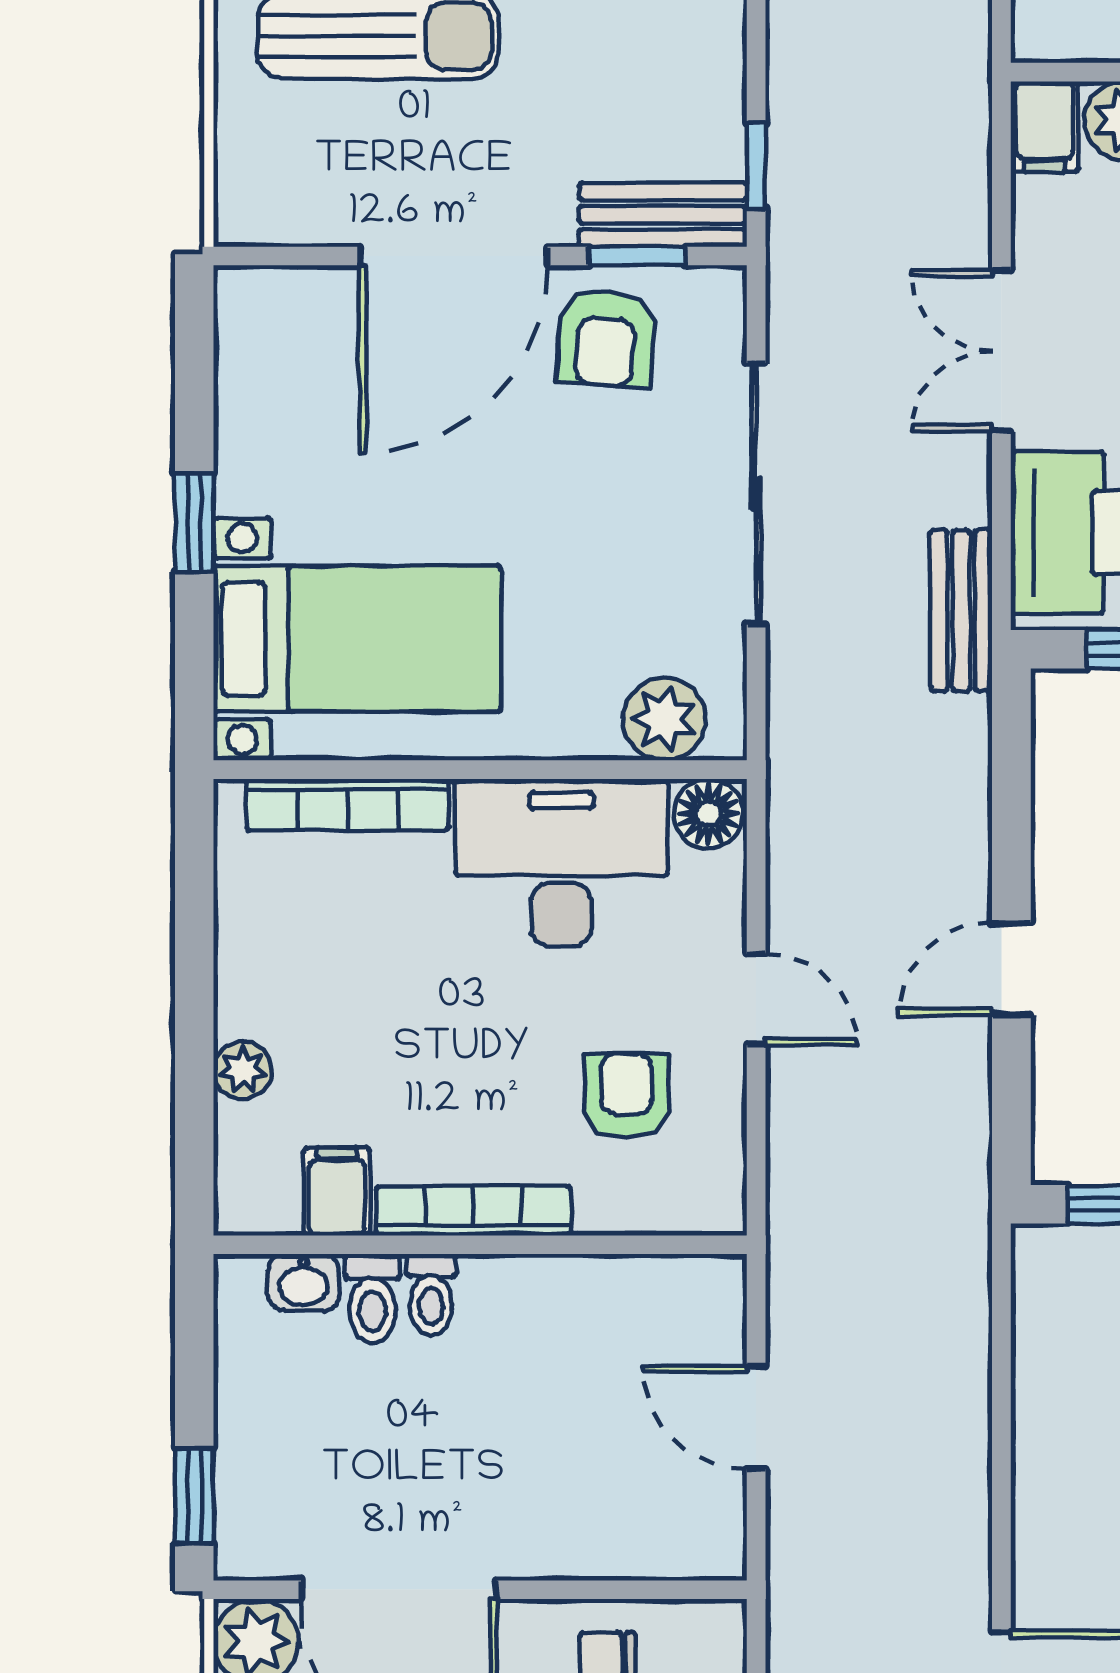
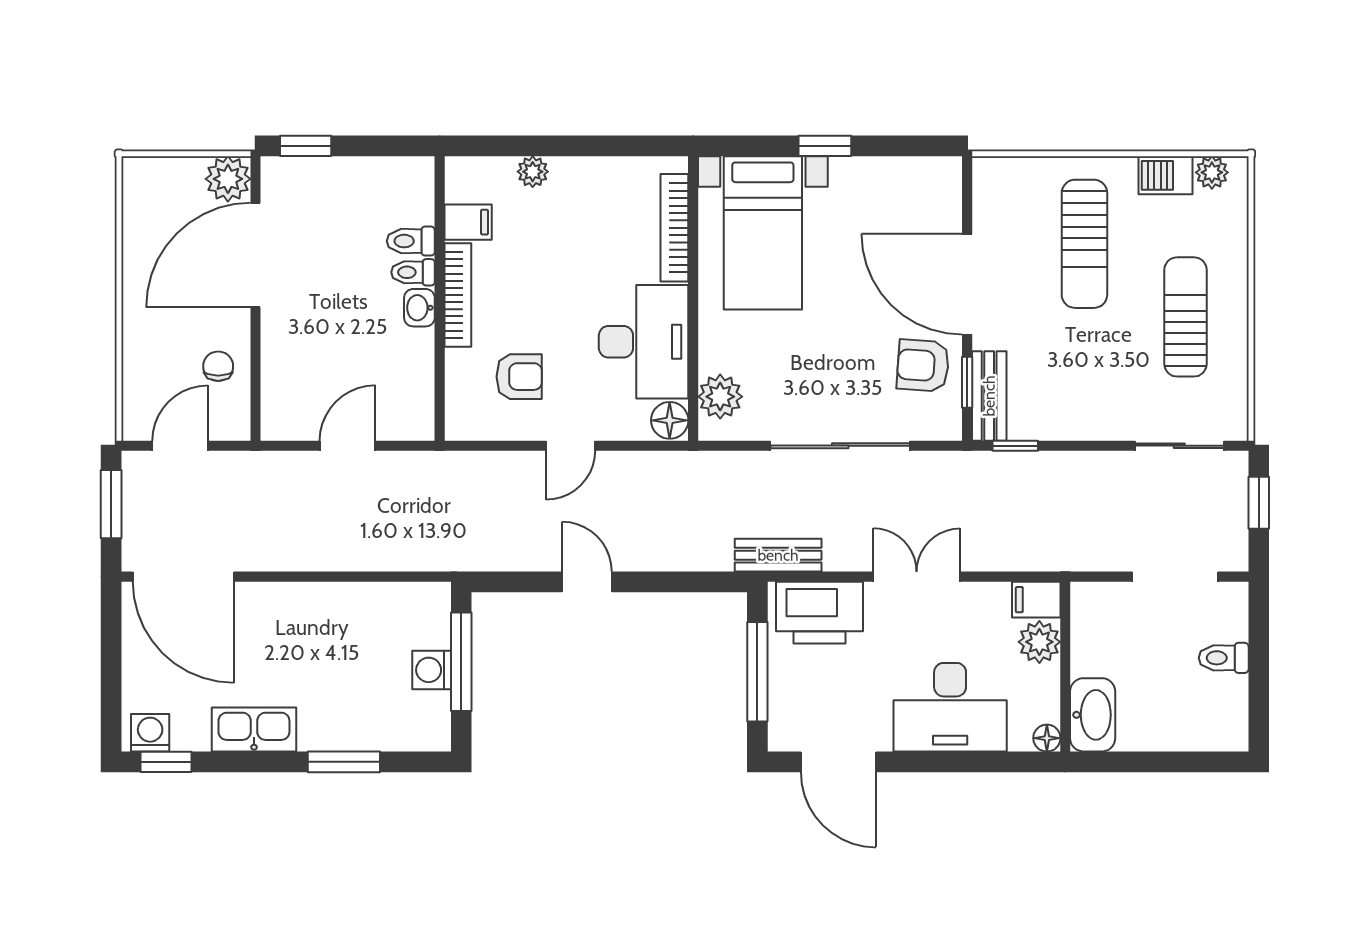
washbasin: (304, 1283) -> (419, 308), moved

